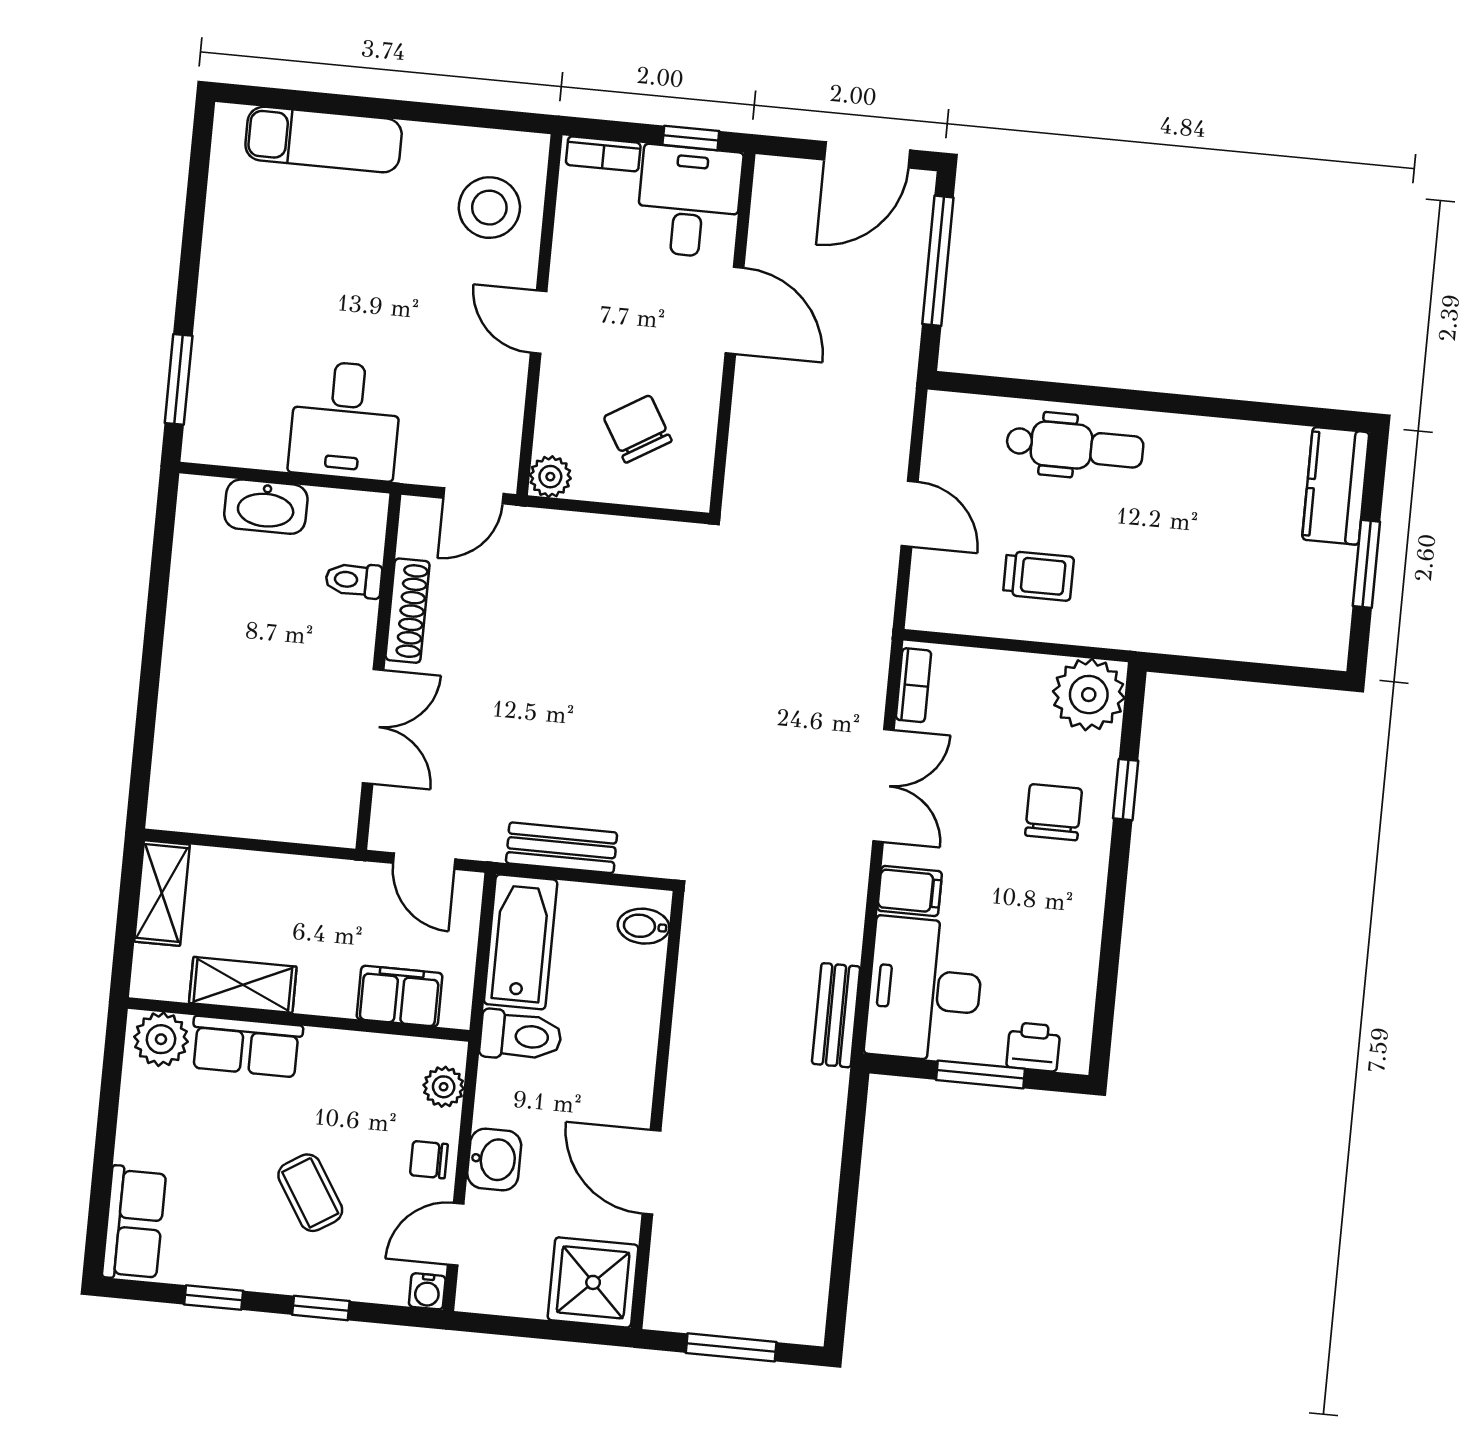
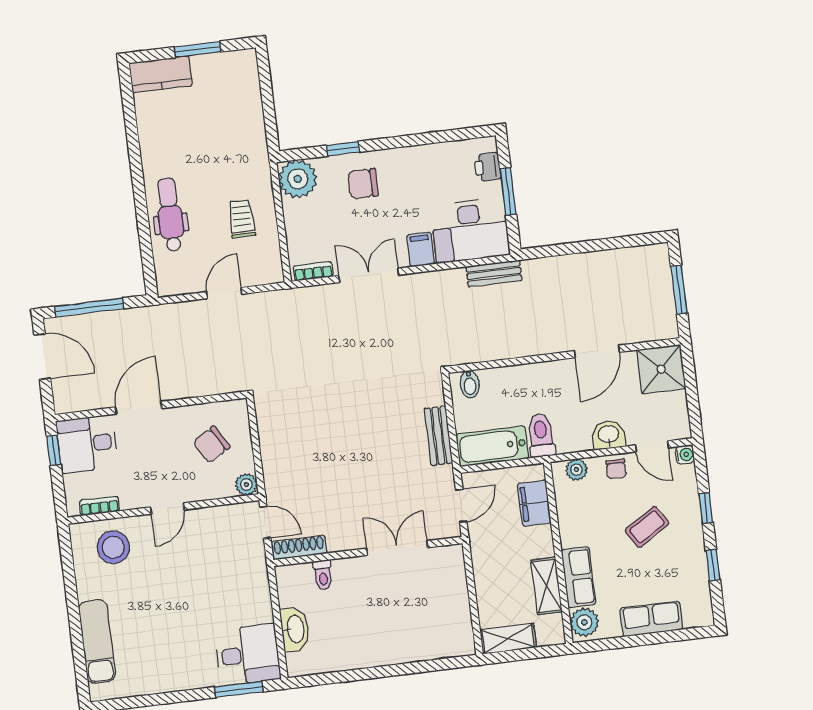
bookcase: (603, 154) -> (99, 506), moved, turned -90
desk: (345, 420) -> (248, 655), moved
shoe rack: (408, 611) -> (299, 548), moved
row of seats: (134, 1223) -> (651, 619), moved

